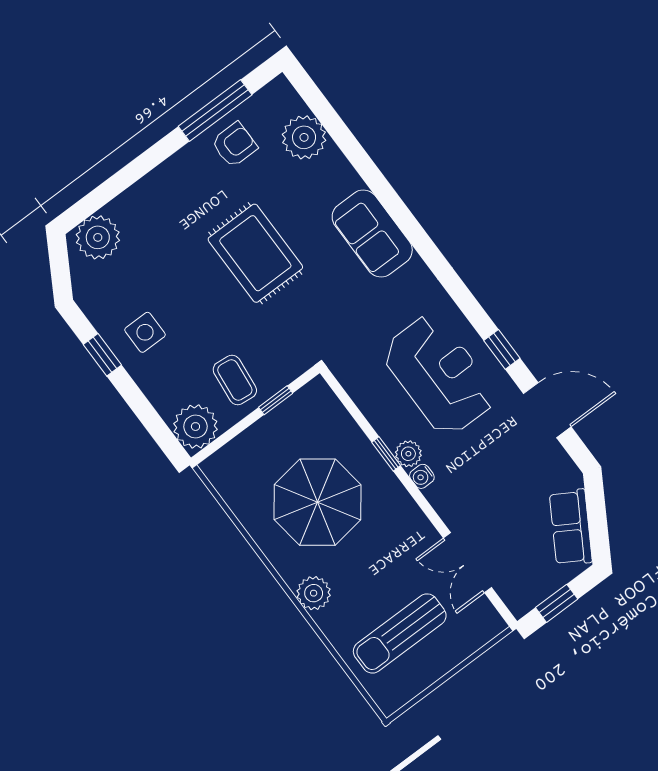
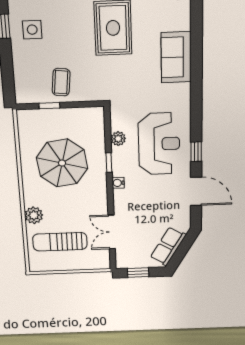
window: (276, 400) -> (49, 106), moved
plant: (195, 427) -> (27, 91), removed
plant: (408, 454) -> (118, 139), moved
plant: (314, 593) -> (34, 215), moved

